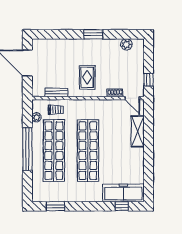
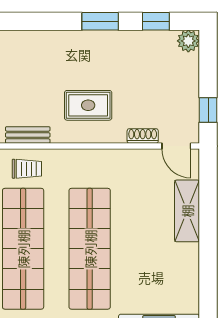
window: (122, 34) -> (156, 21), added
plant: (126, 44) -> (188, 41), moved
rug: (87, 77) -> (88, 105), turned 90

